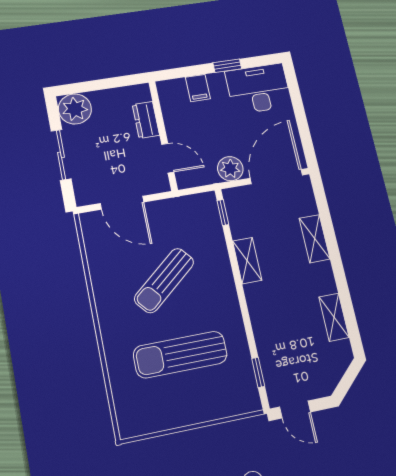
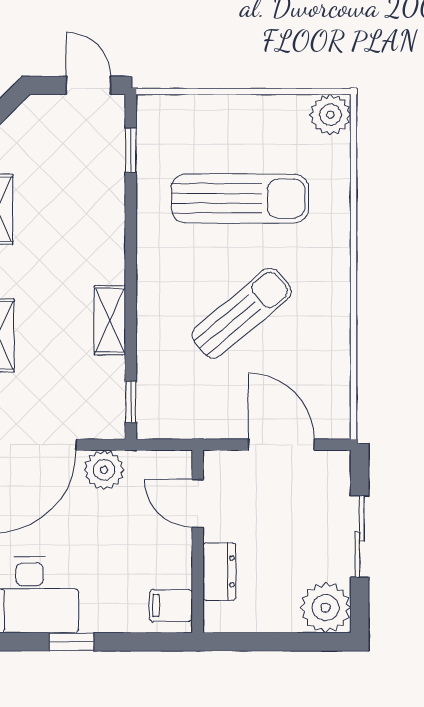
filing cabinet: (198, 88) -> (171, 606), moved, turned -90
plant: (131, 423) -> (330, 115), added

